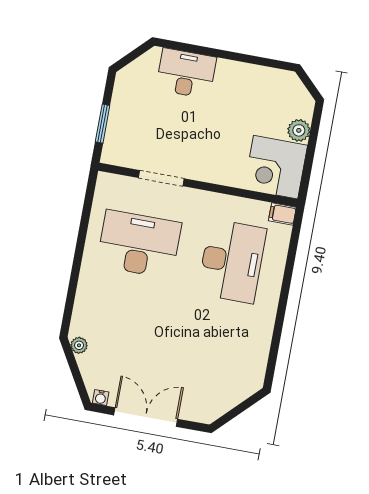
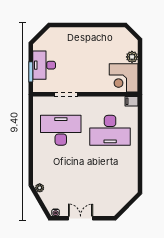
desk: (186, 73) -> (44, 65), moved, turned -90
desk: (232, 261) -> (110, 130), turned 90
double door: (146, 417) -> (81, 218), width x0.73

